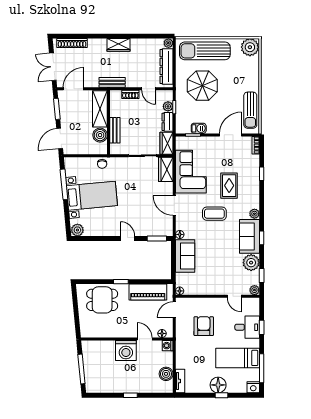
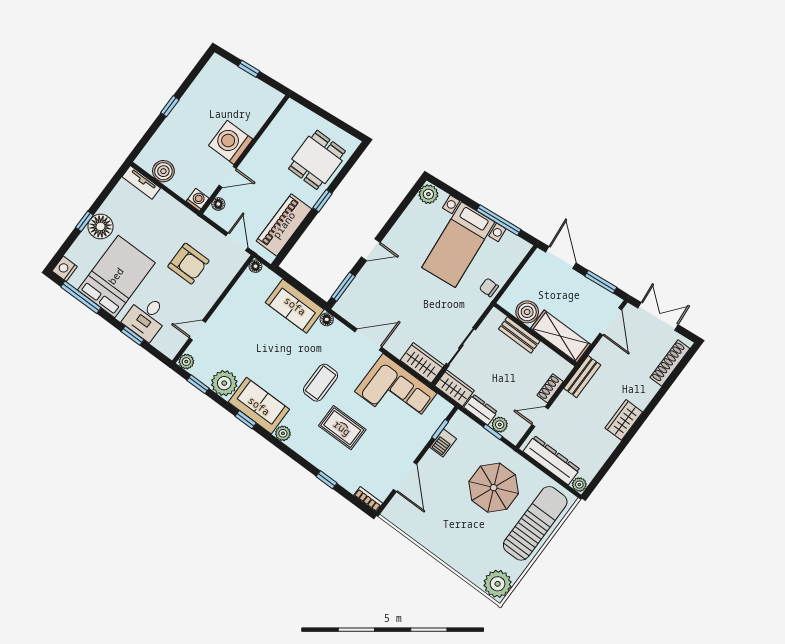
sun lounger: (250, 110) -> (418, 525), removed
bed: (238, 358) -> (116, 276), width x1.50
window: (81, 369) -> (249, 69), width x0.46

